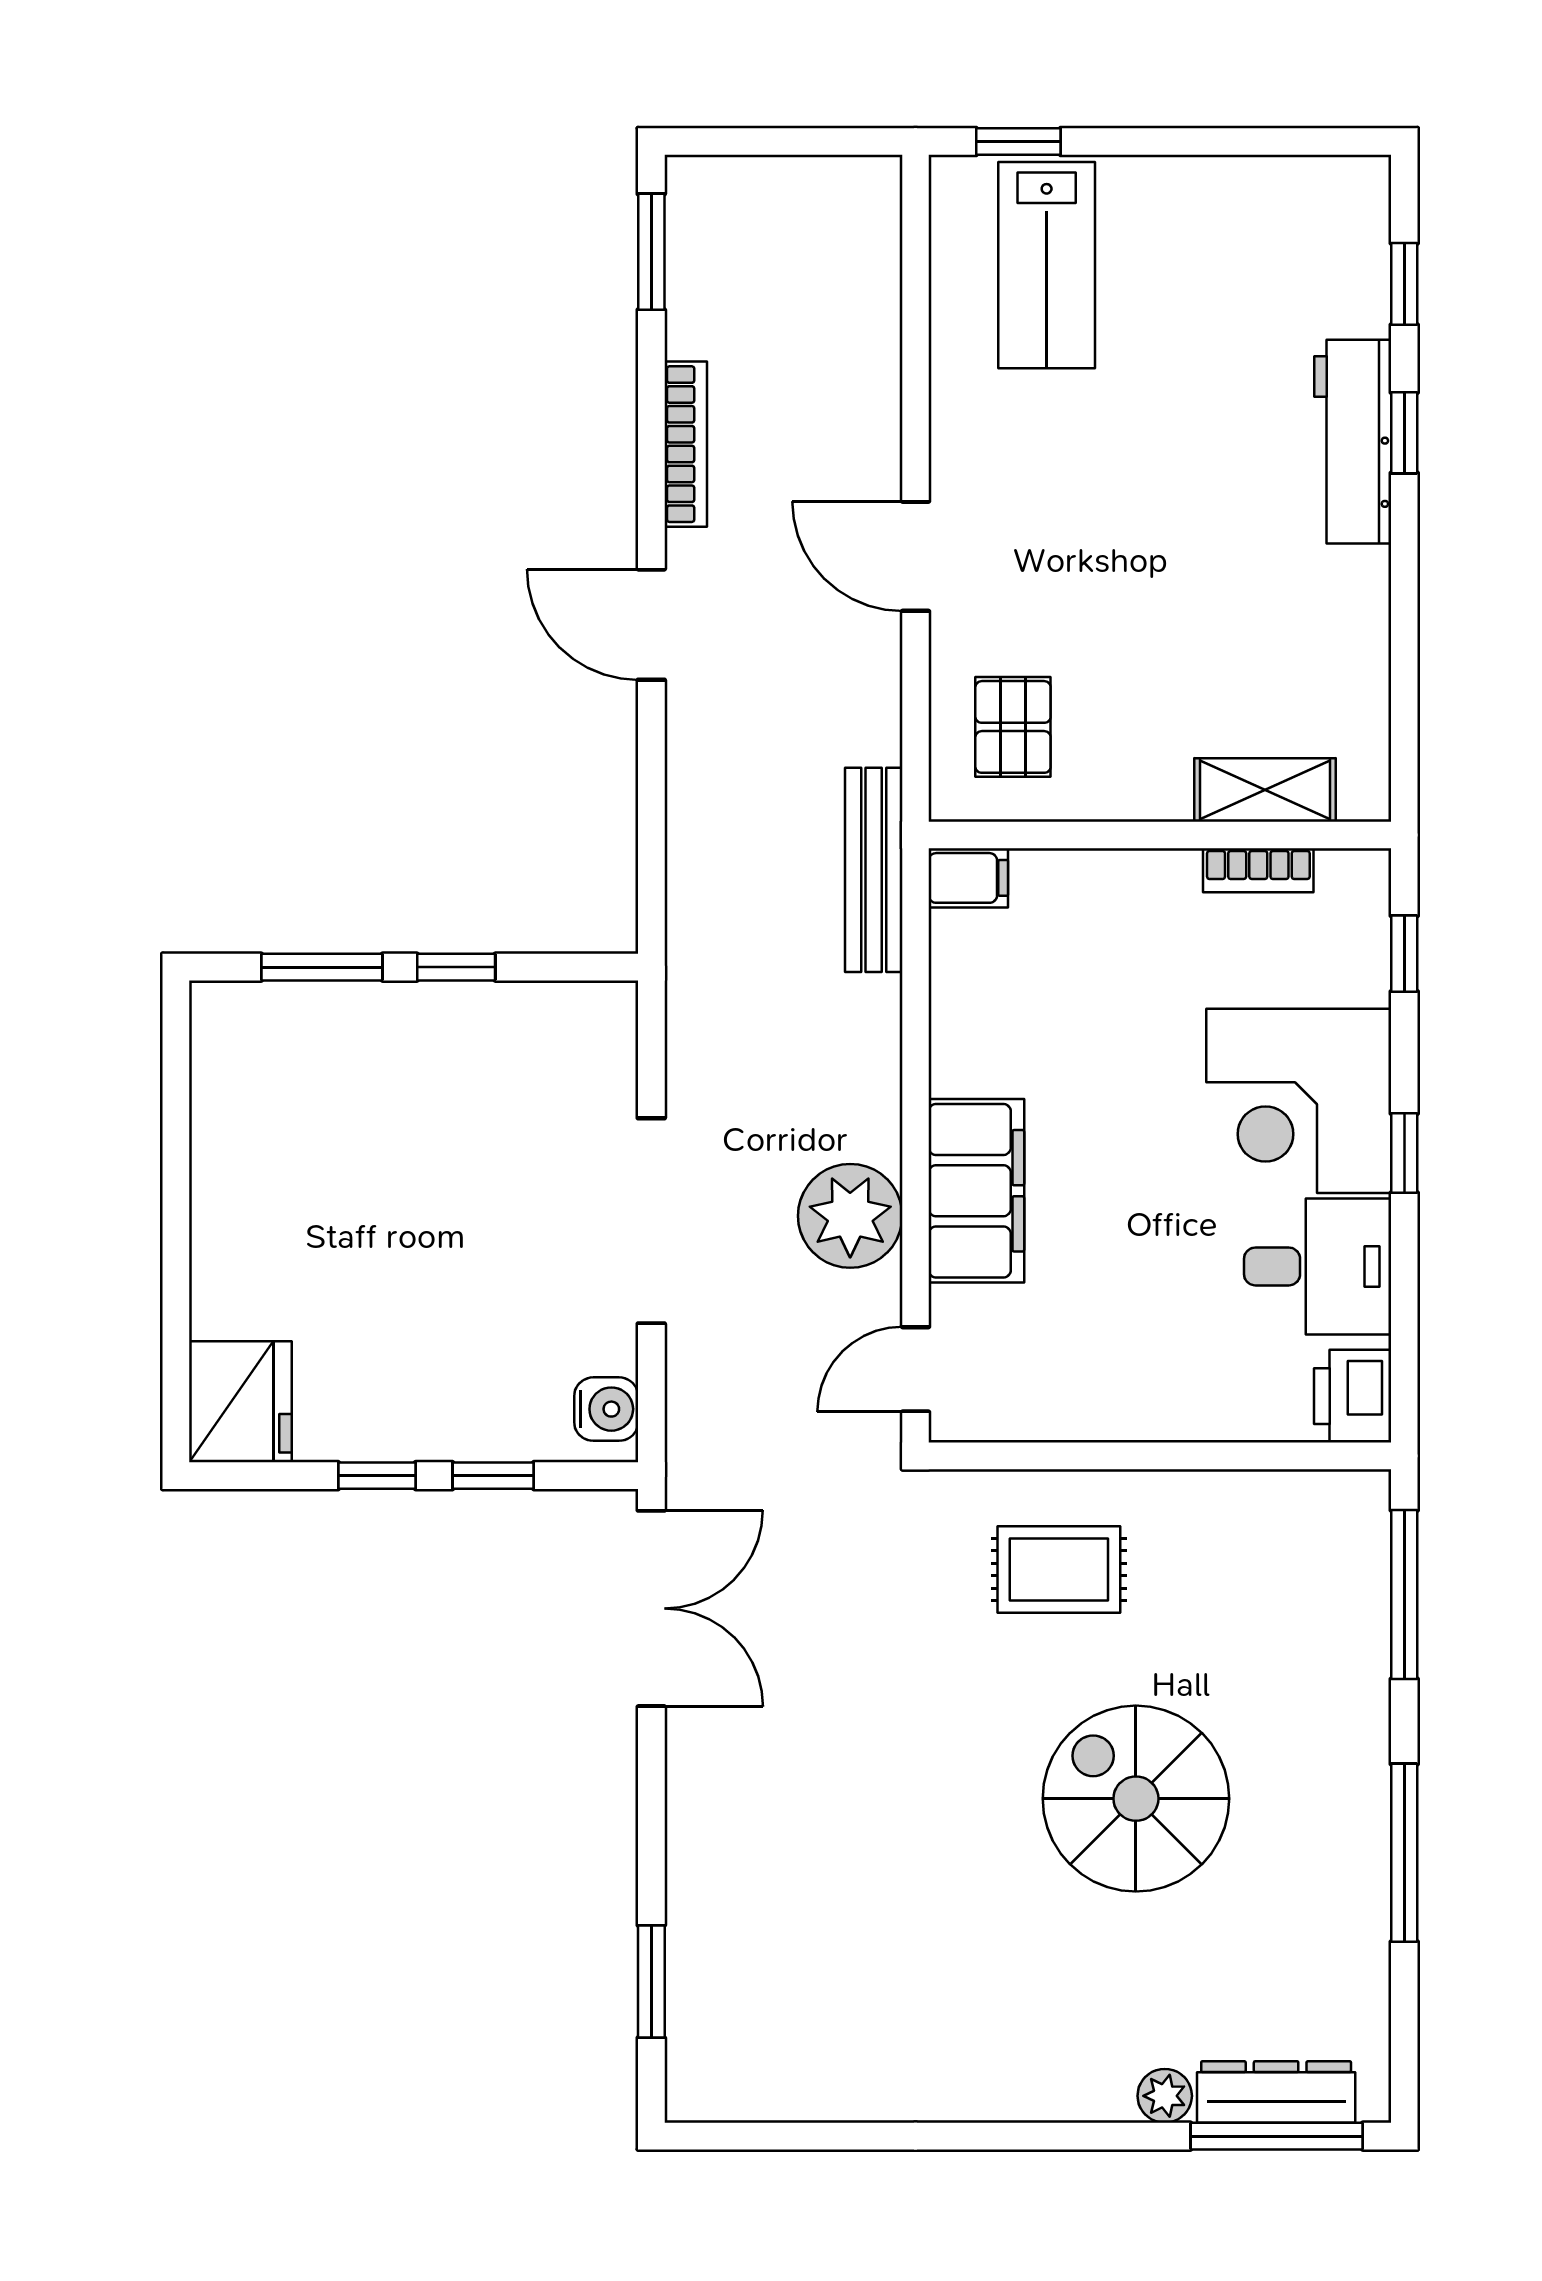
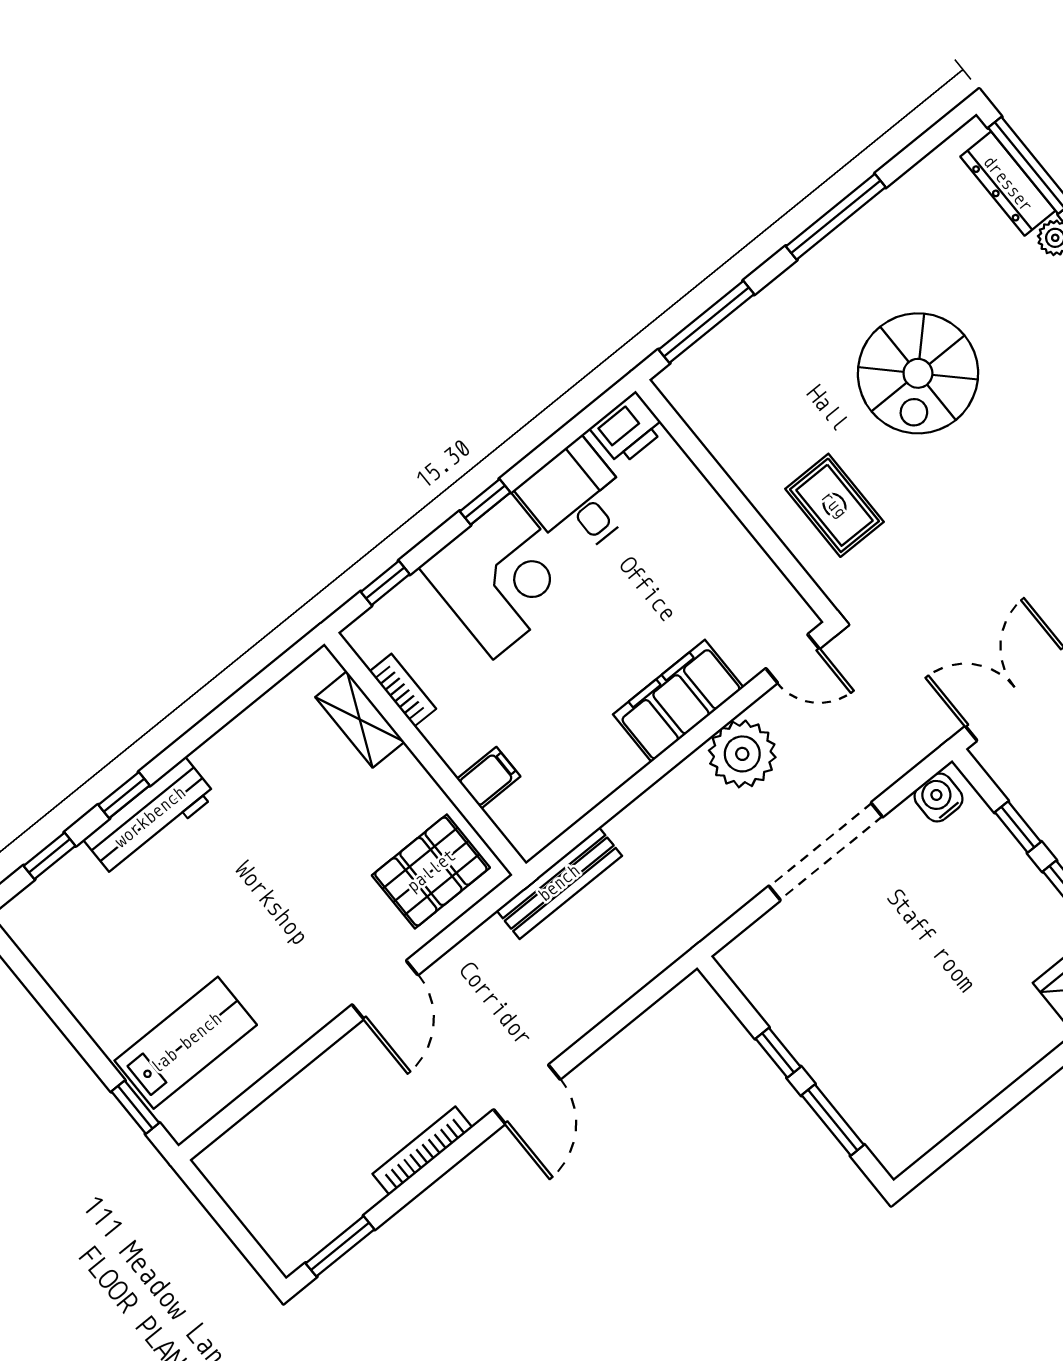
pallet: (1013, 727) -> (431, 871), width x1.50, depth x1.42
filing cabinet: (968, 878) -> (489, 778), moved, turned 90

